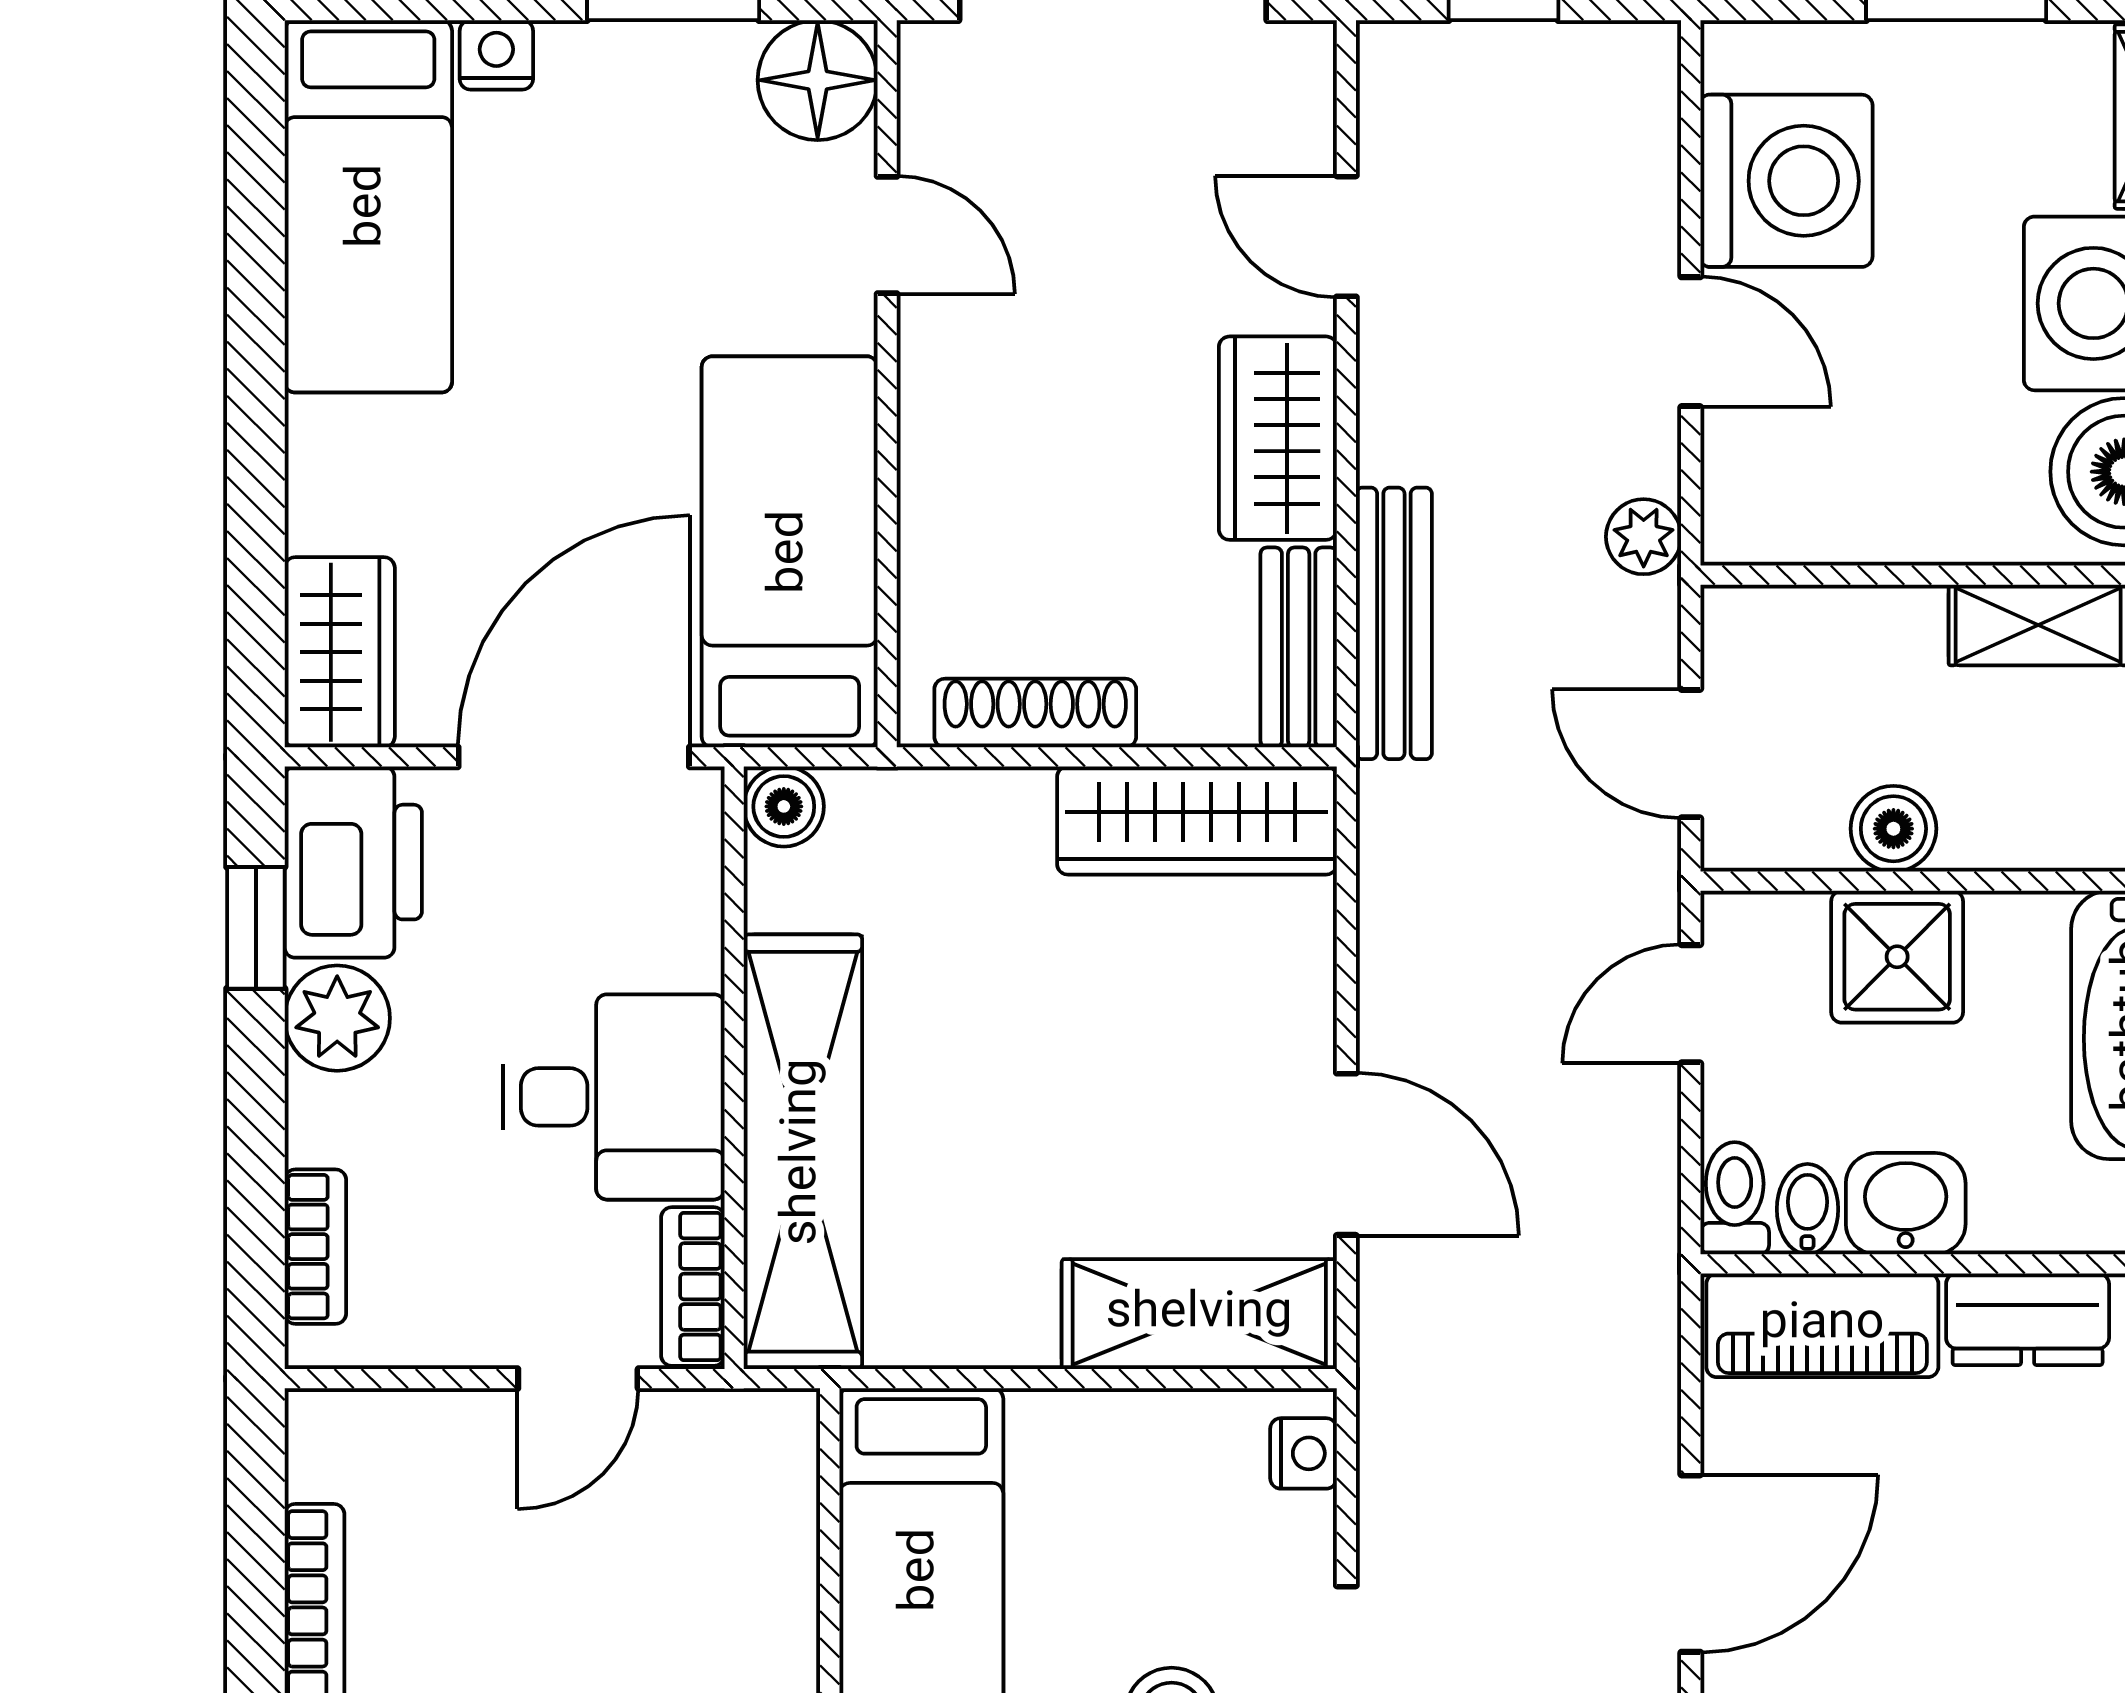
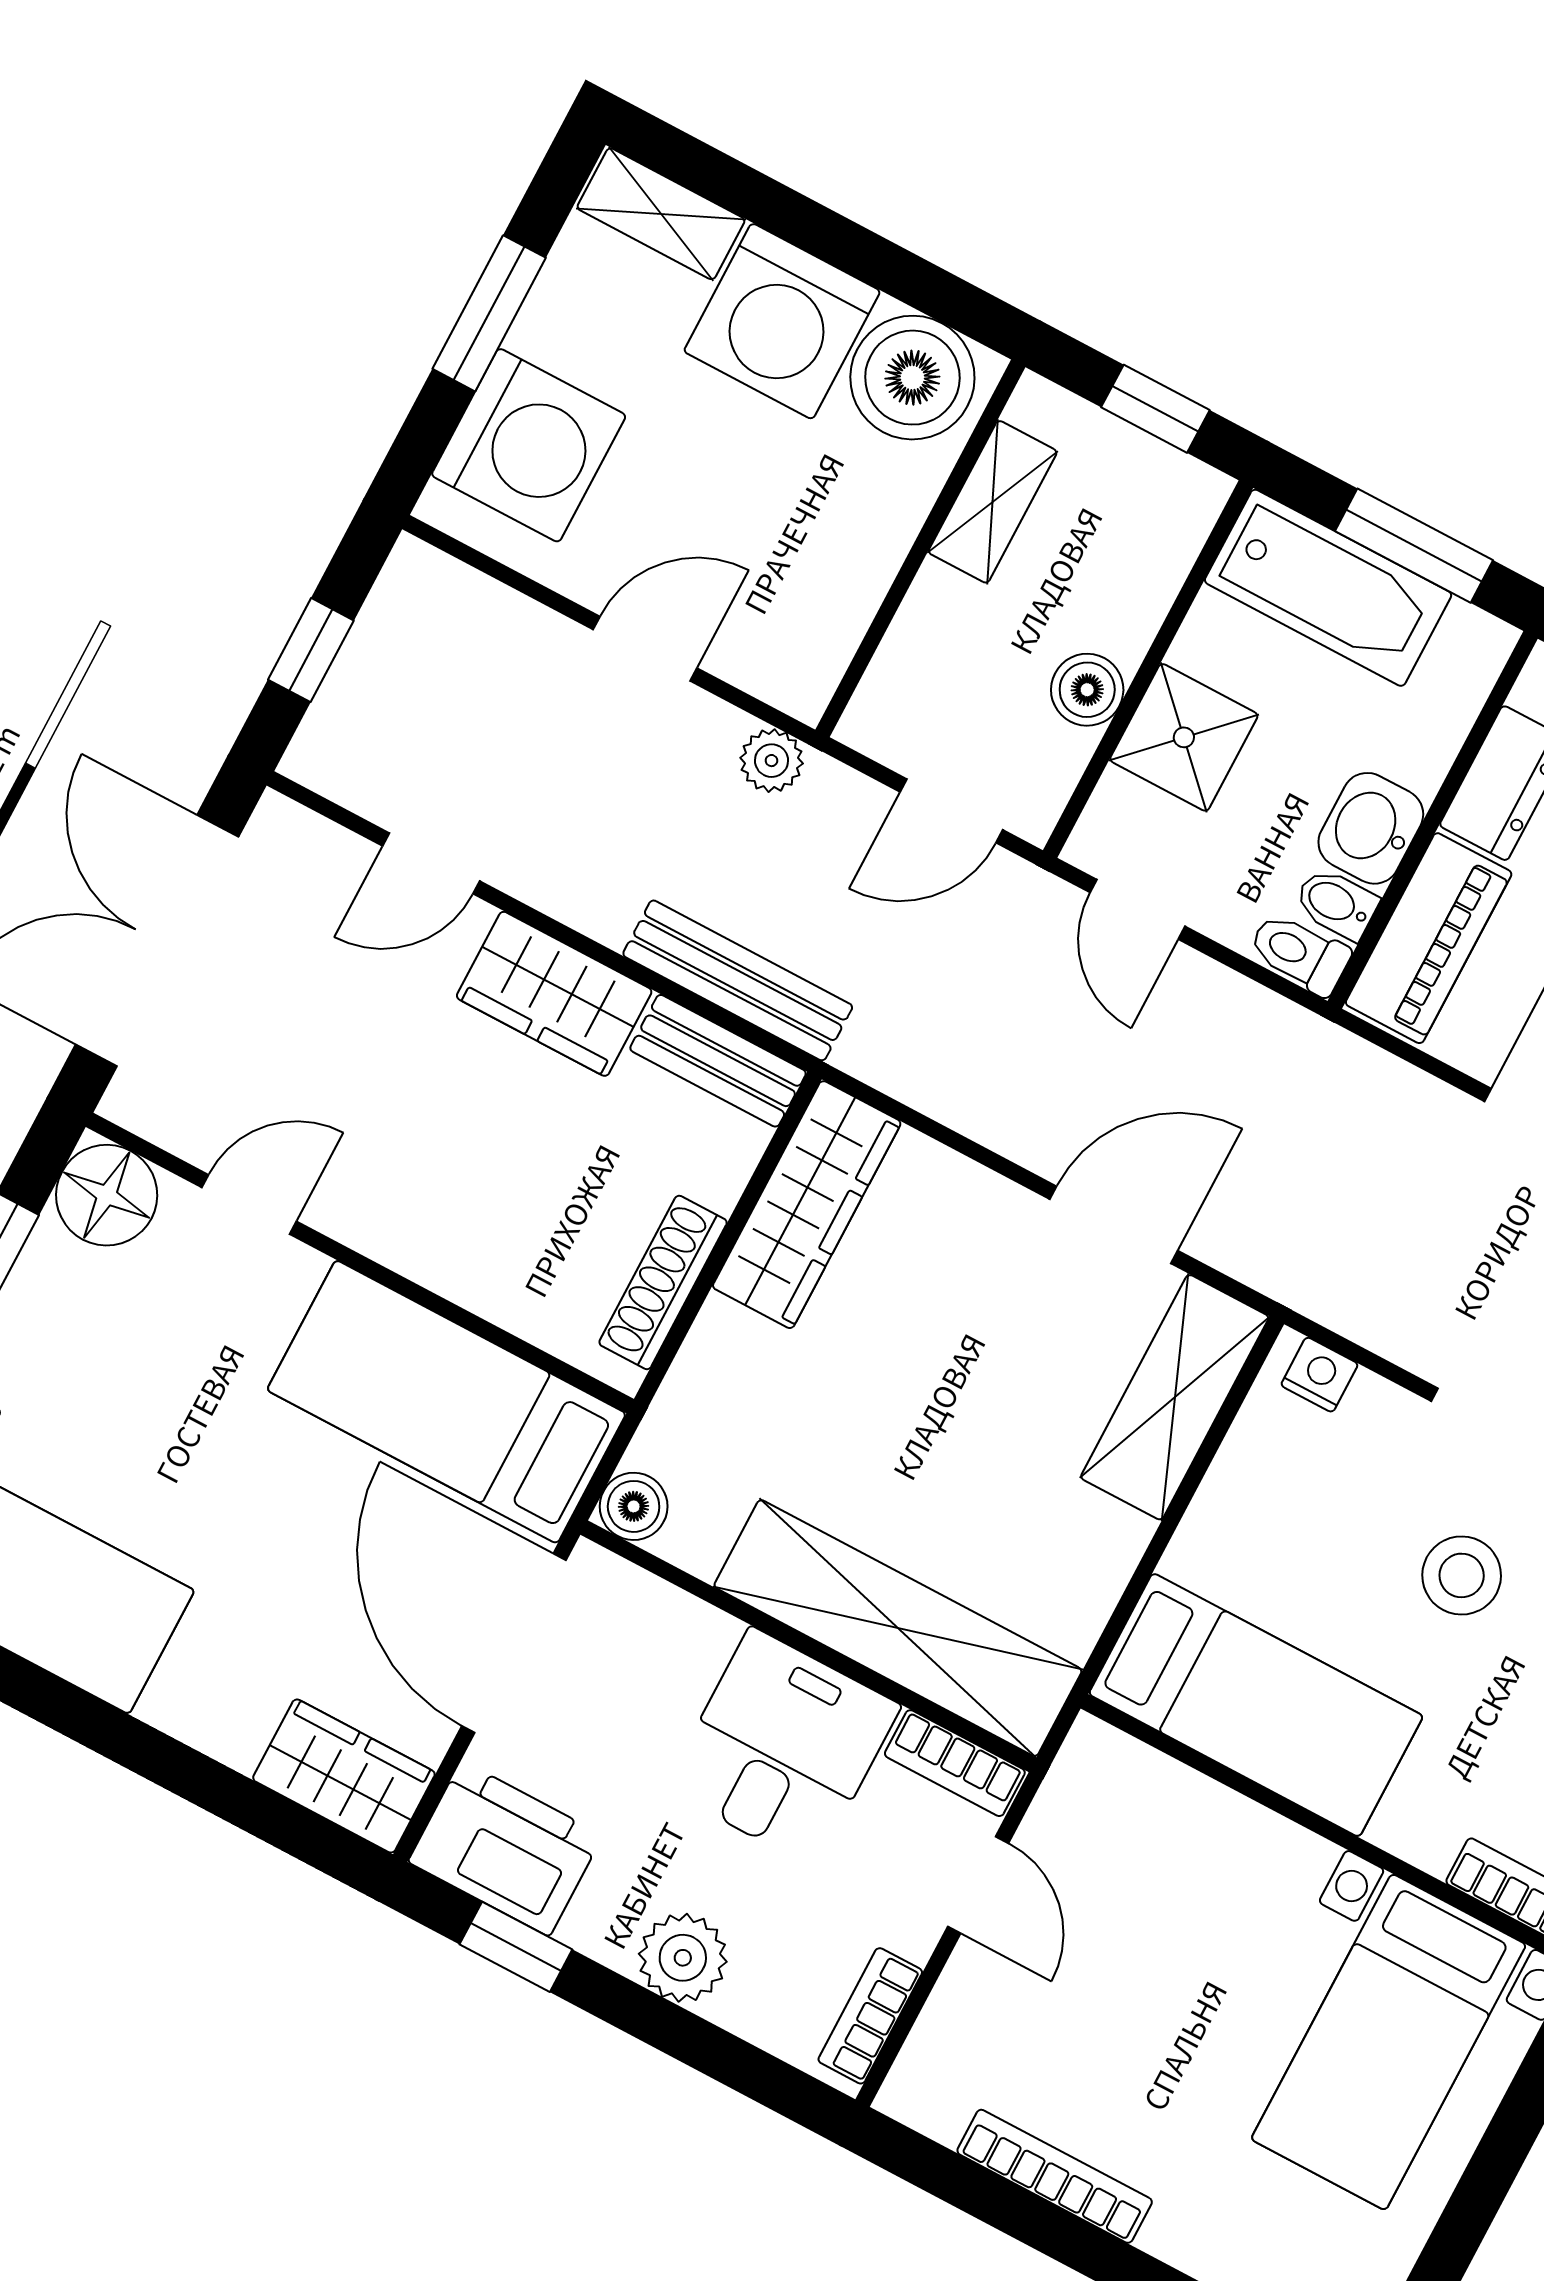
washing machine: (1786, 181) -> (529, 445), moved, turned 90
plant: (337, 1018) -> (683, 1958), moved
bookcase: (315, 1247) -> (870, 2016), moved, turned -90

